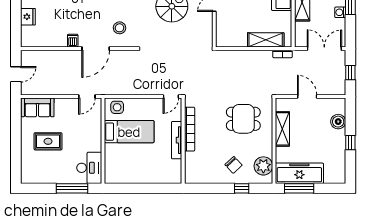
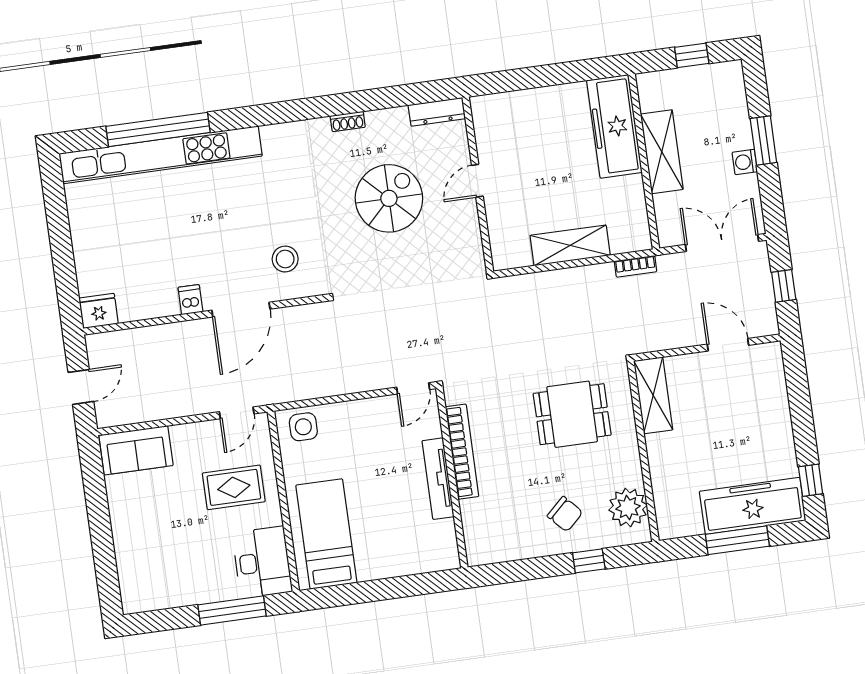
fridge: (28, 17) -> (99, 311), moved, turned -90
shelving: (266, 40) -> (570, 245), moved
door: (307, 96) -> (728, 345), moved
boiler: (338, 122) -> (772, 392), removed
shelving: (282, 129) -> (653, 395), moved
bed: (129, 132) -> (326, 534), moved, turned -90
rug: (48, 141) -> (234, 487), moved
window: (350, 143) -> (811, 480), moved
freezer: (299, 173) -> (753, 506), moved
window: (299, 188) -> (737, 540), moved

